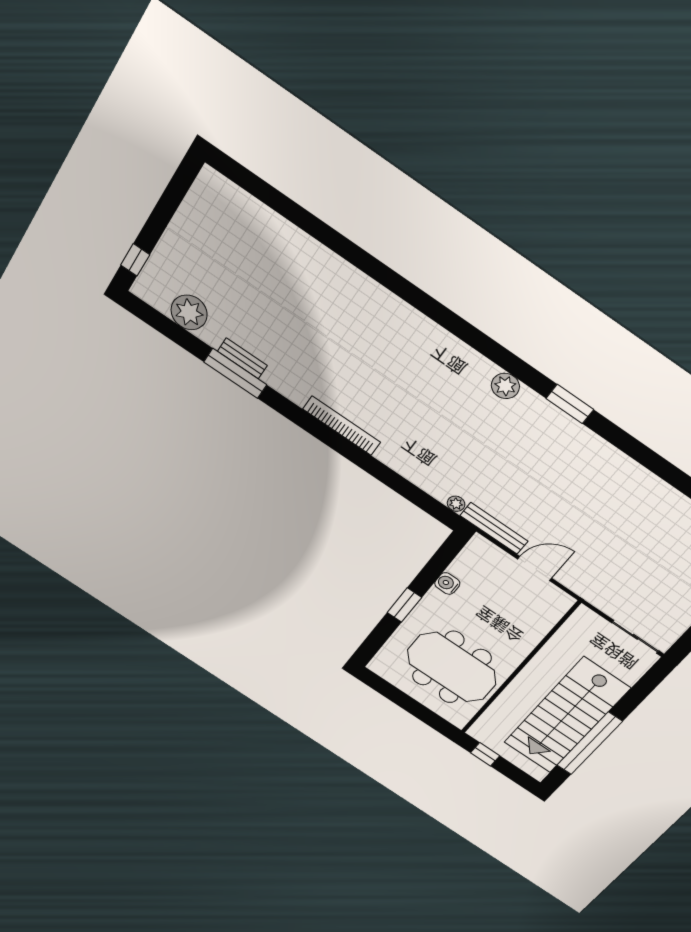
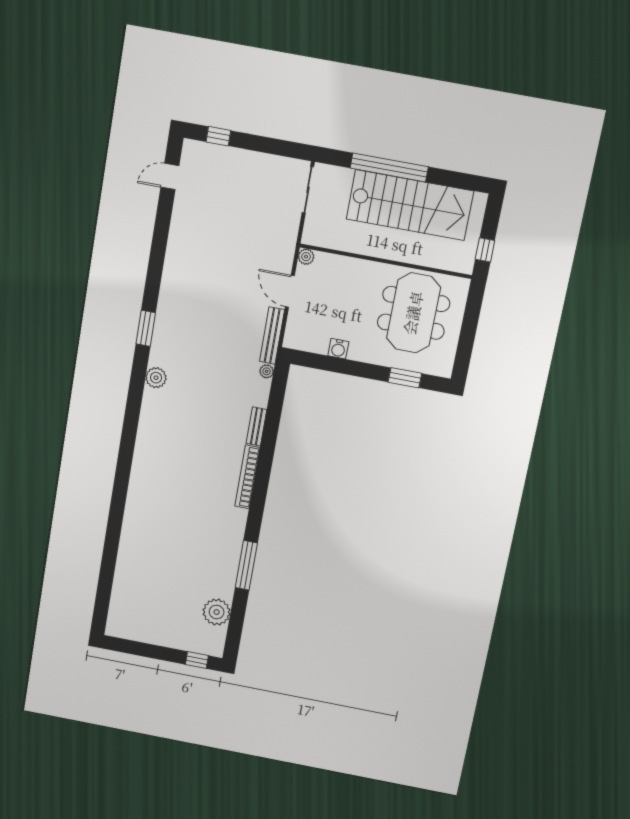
bench: (242, 358) -> (256, 426), moved
plant: (564, 601) -> (306, 257), added
window: (404, 605) -> (405, 378), moved
window: (589, 743) -> (389, 167), moved

